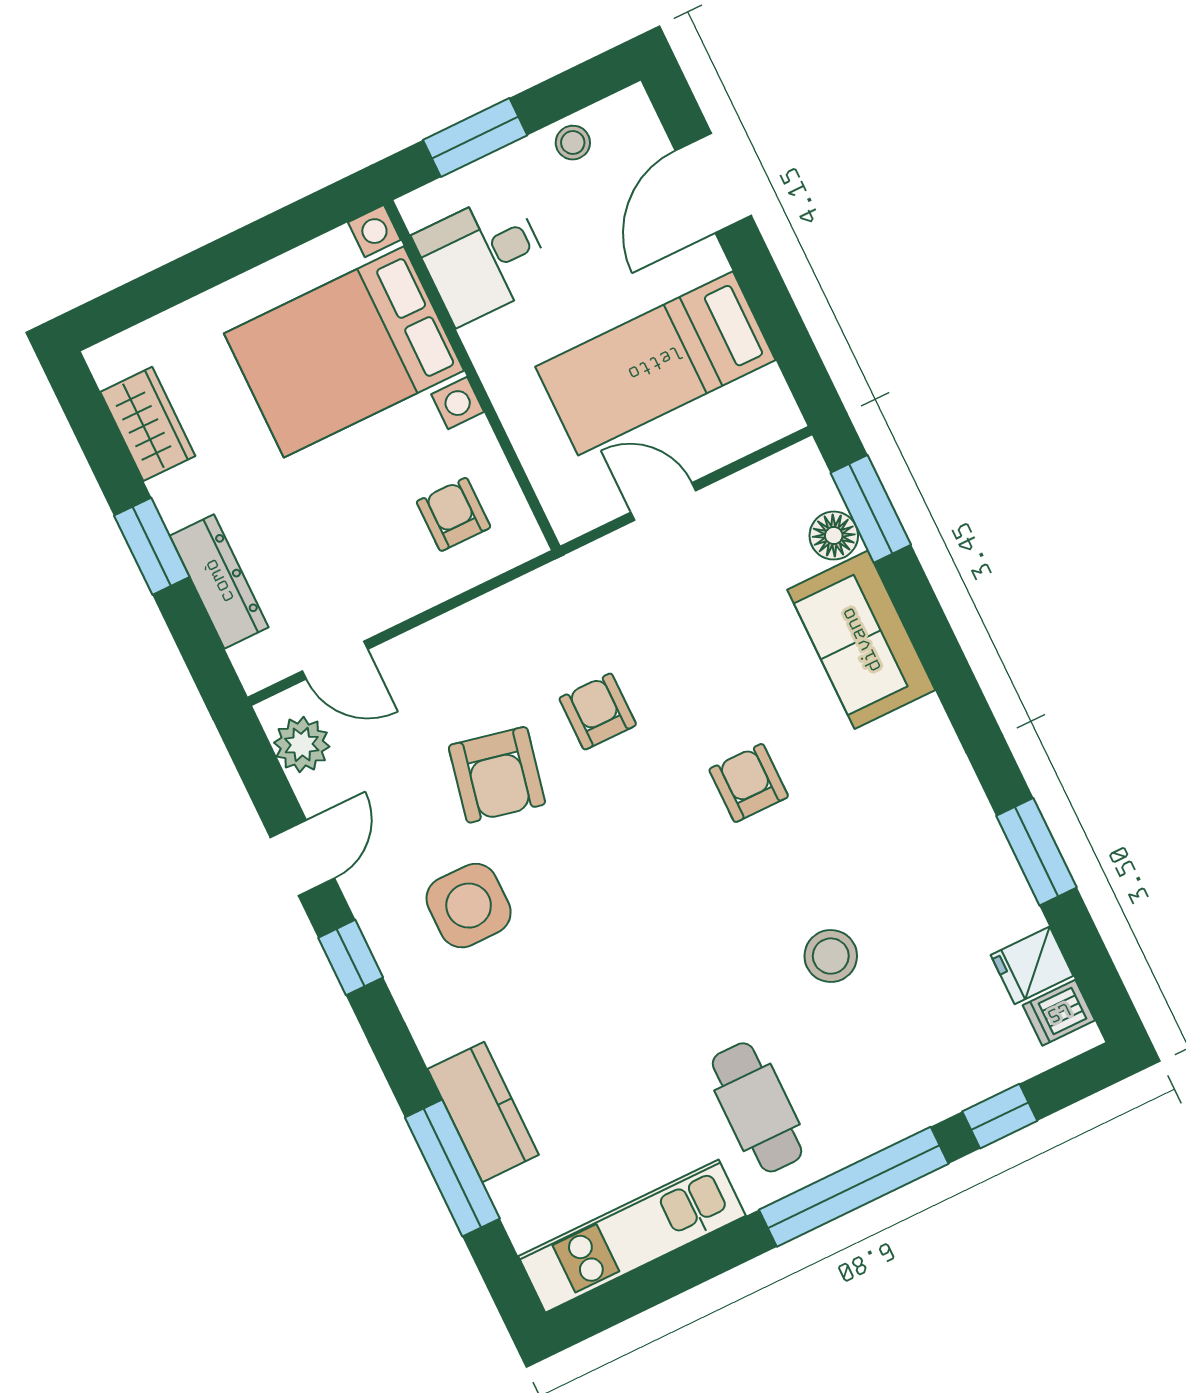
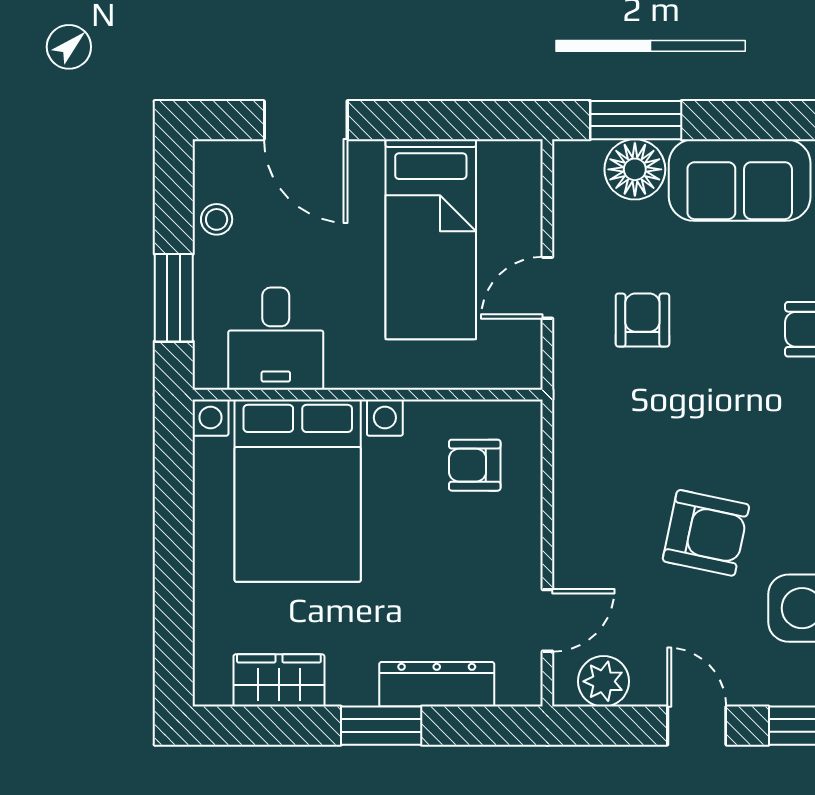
floor lamp: (834, 536) -> (635, 169), width x1.38, depth x1.38
armchair: (598, 712) -> (642, 320), moved, turned 90

